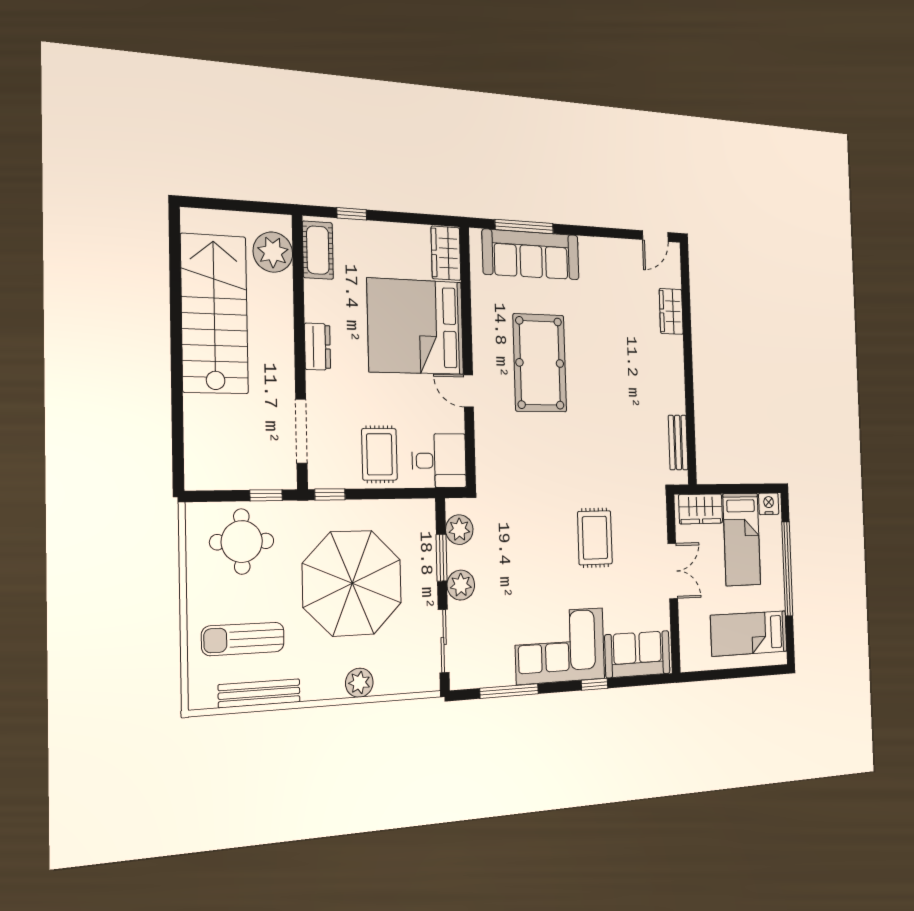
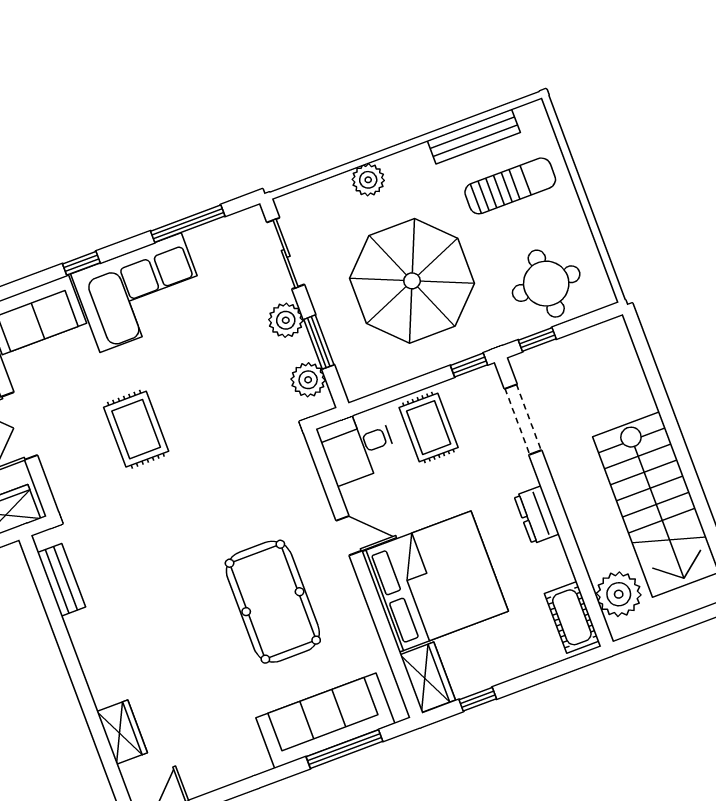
window: (352, 214) -> (478, 699), moved

